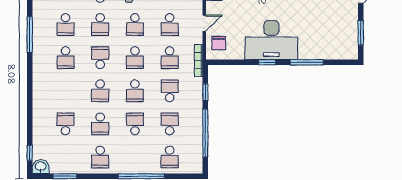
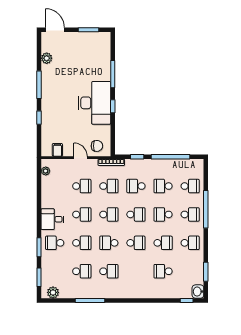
school desk: (135, 157) -> (190, 214), added

